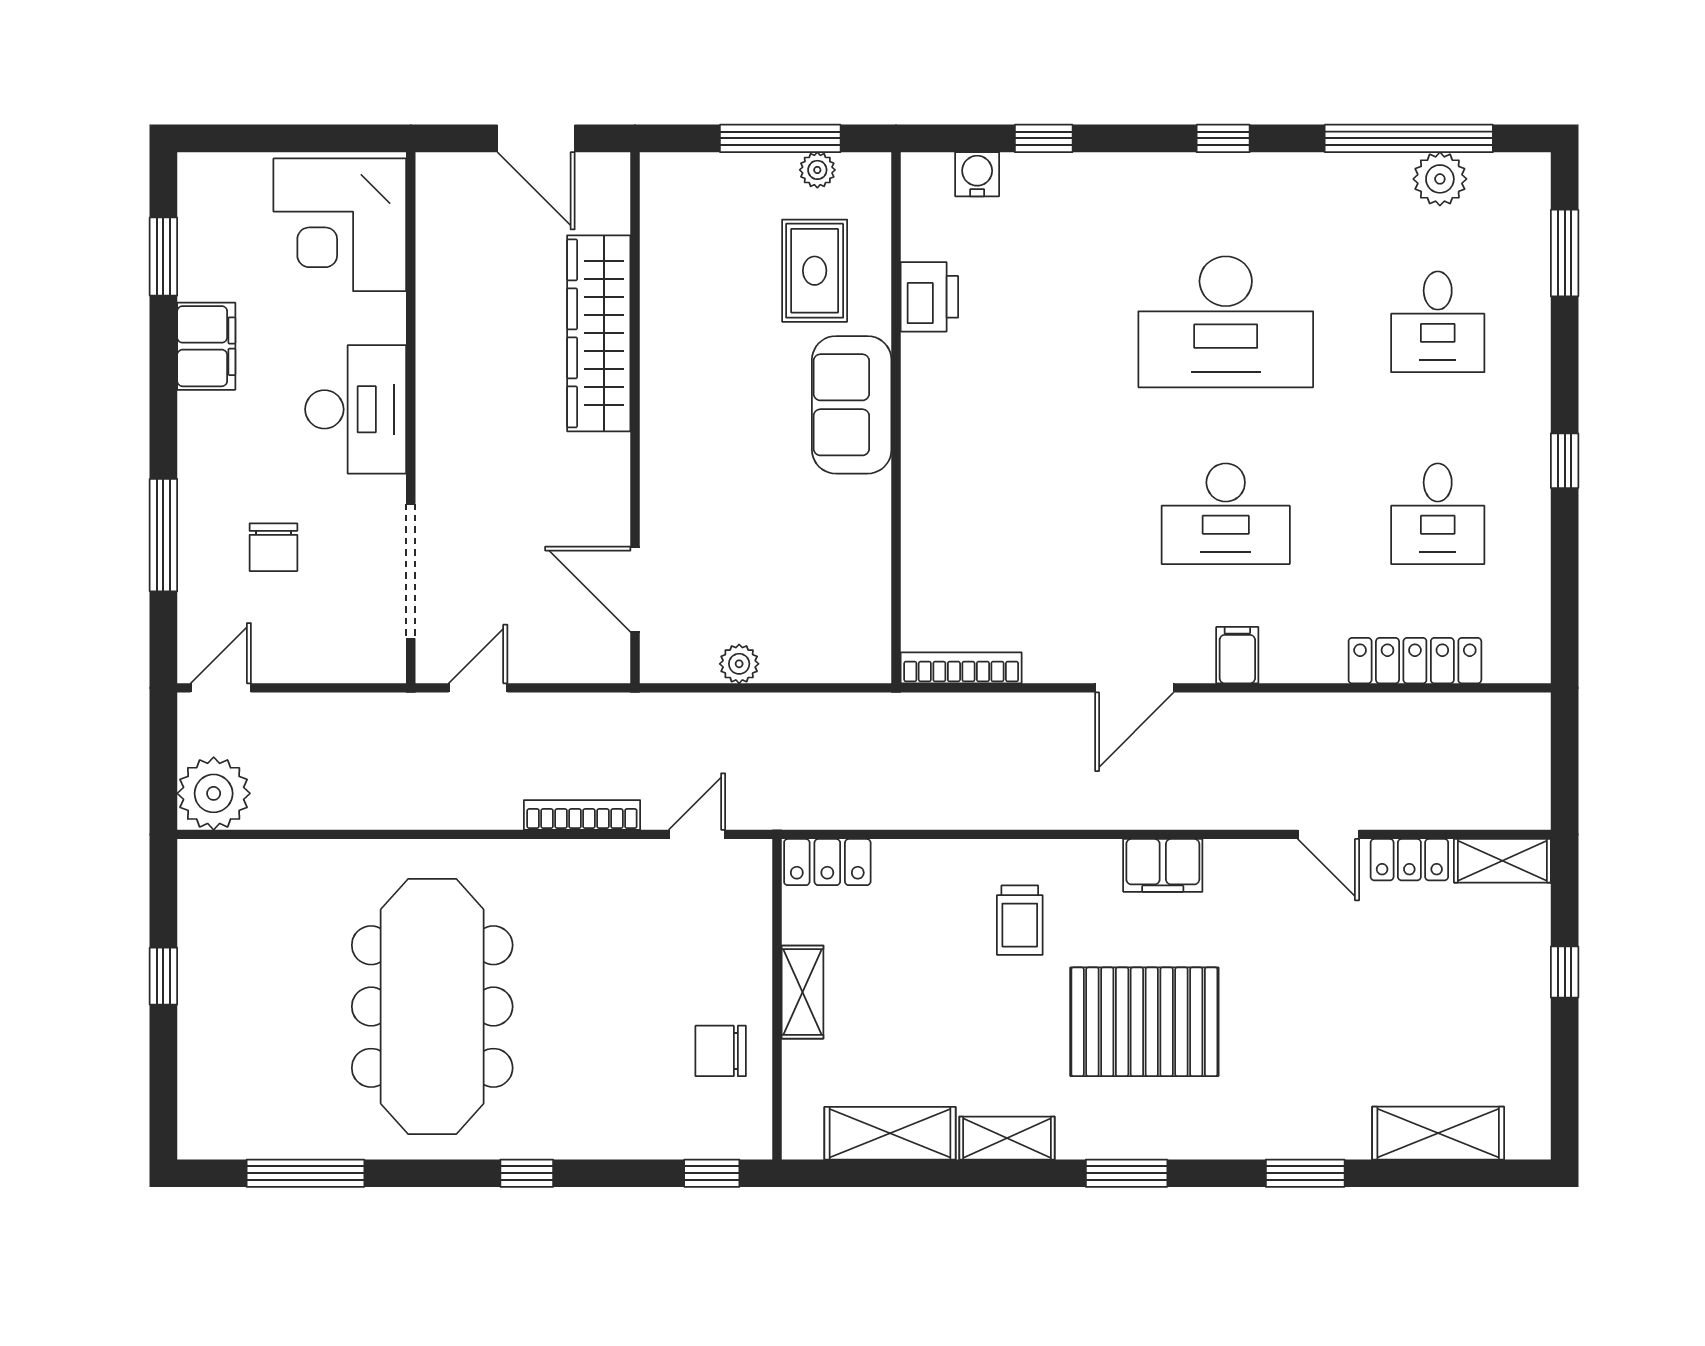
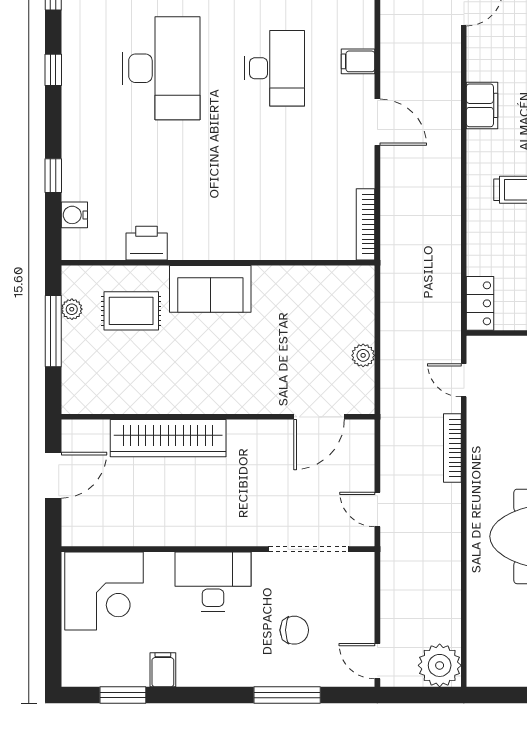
filing cabinet: (206, 346) -> (163, 670), width x0.50

